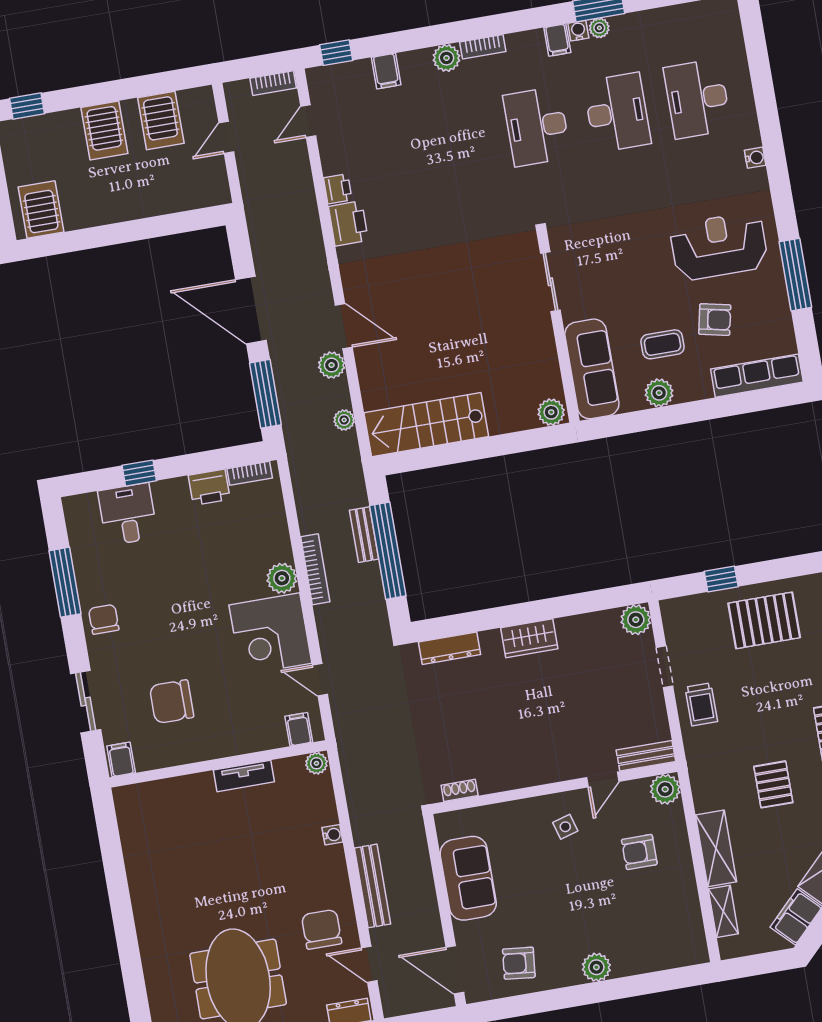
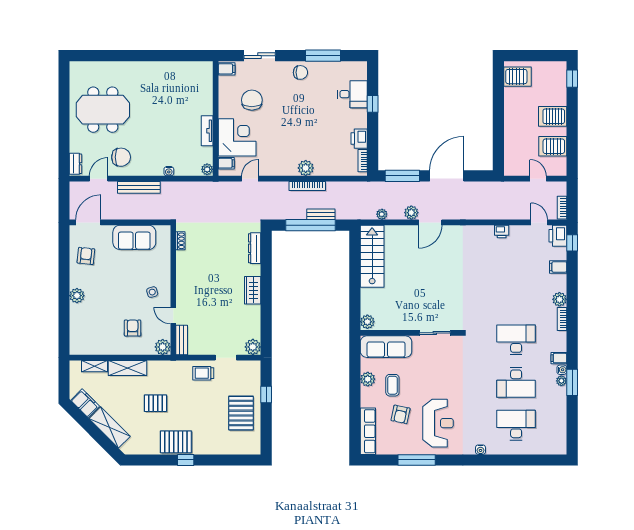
printer: (348, 223) -> (558, 236), moved, turned 90
corner desk: (270, 634) -> (237, 137), moved, turned 90

